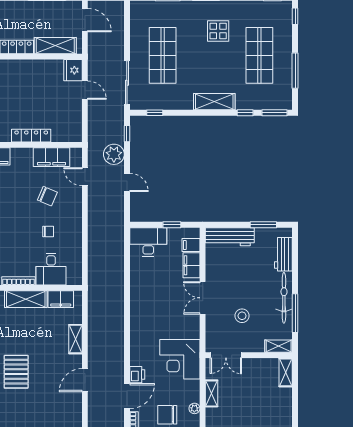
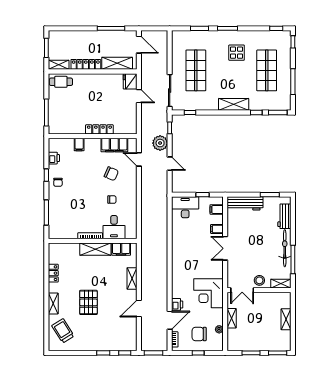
filing cabinet: (191, 265) -> (217, 229), width x0.50
stool: (242, 316) -> (259, 280), moved
shelving: (286, 372) -> (286, 319), moved

